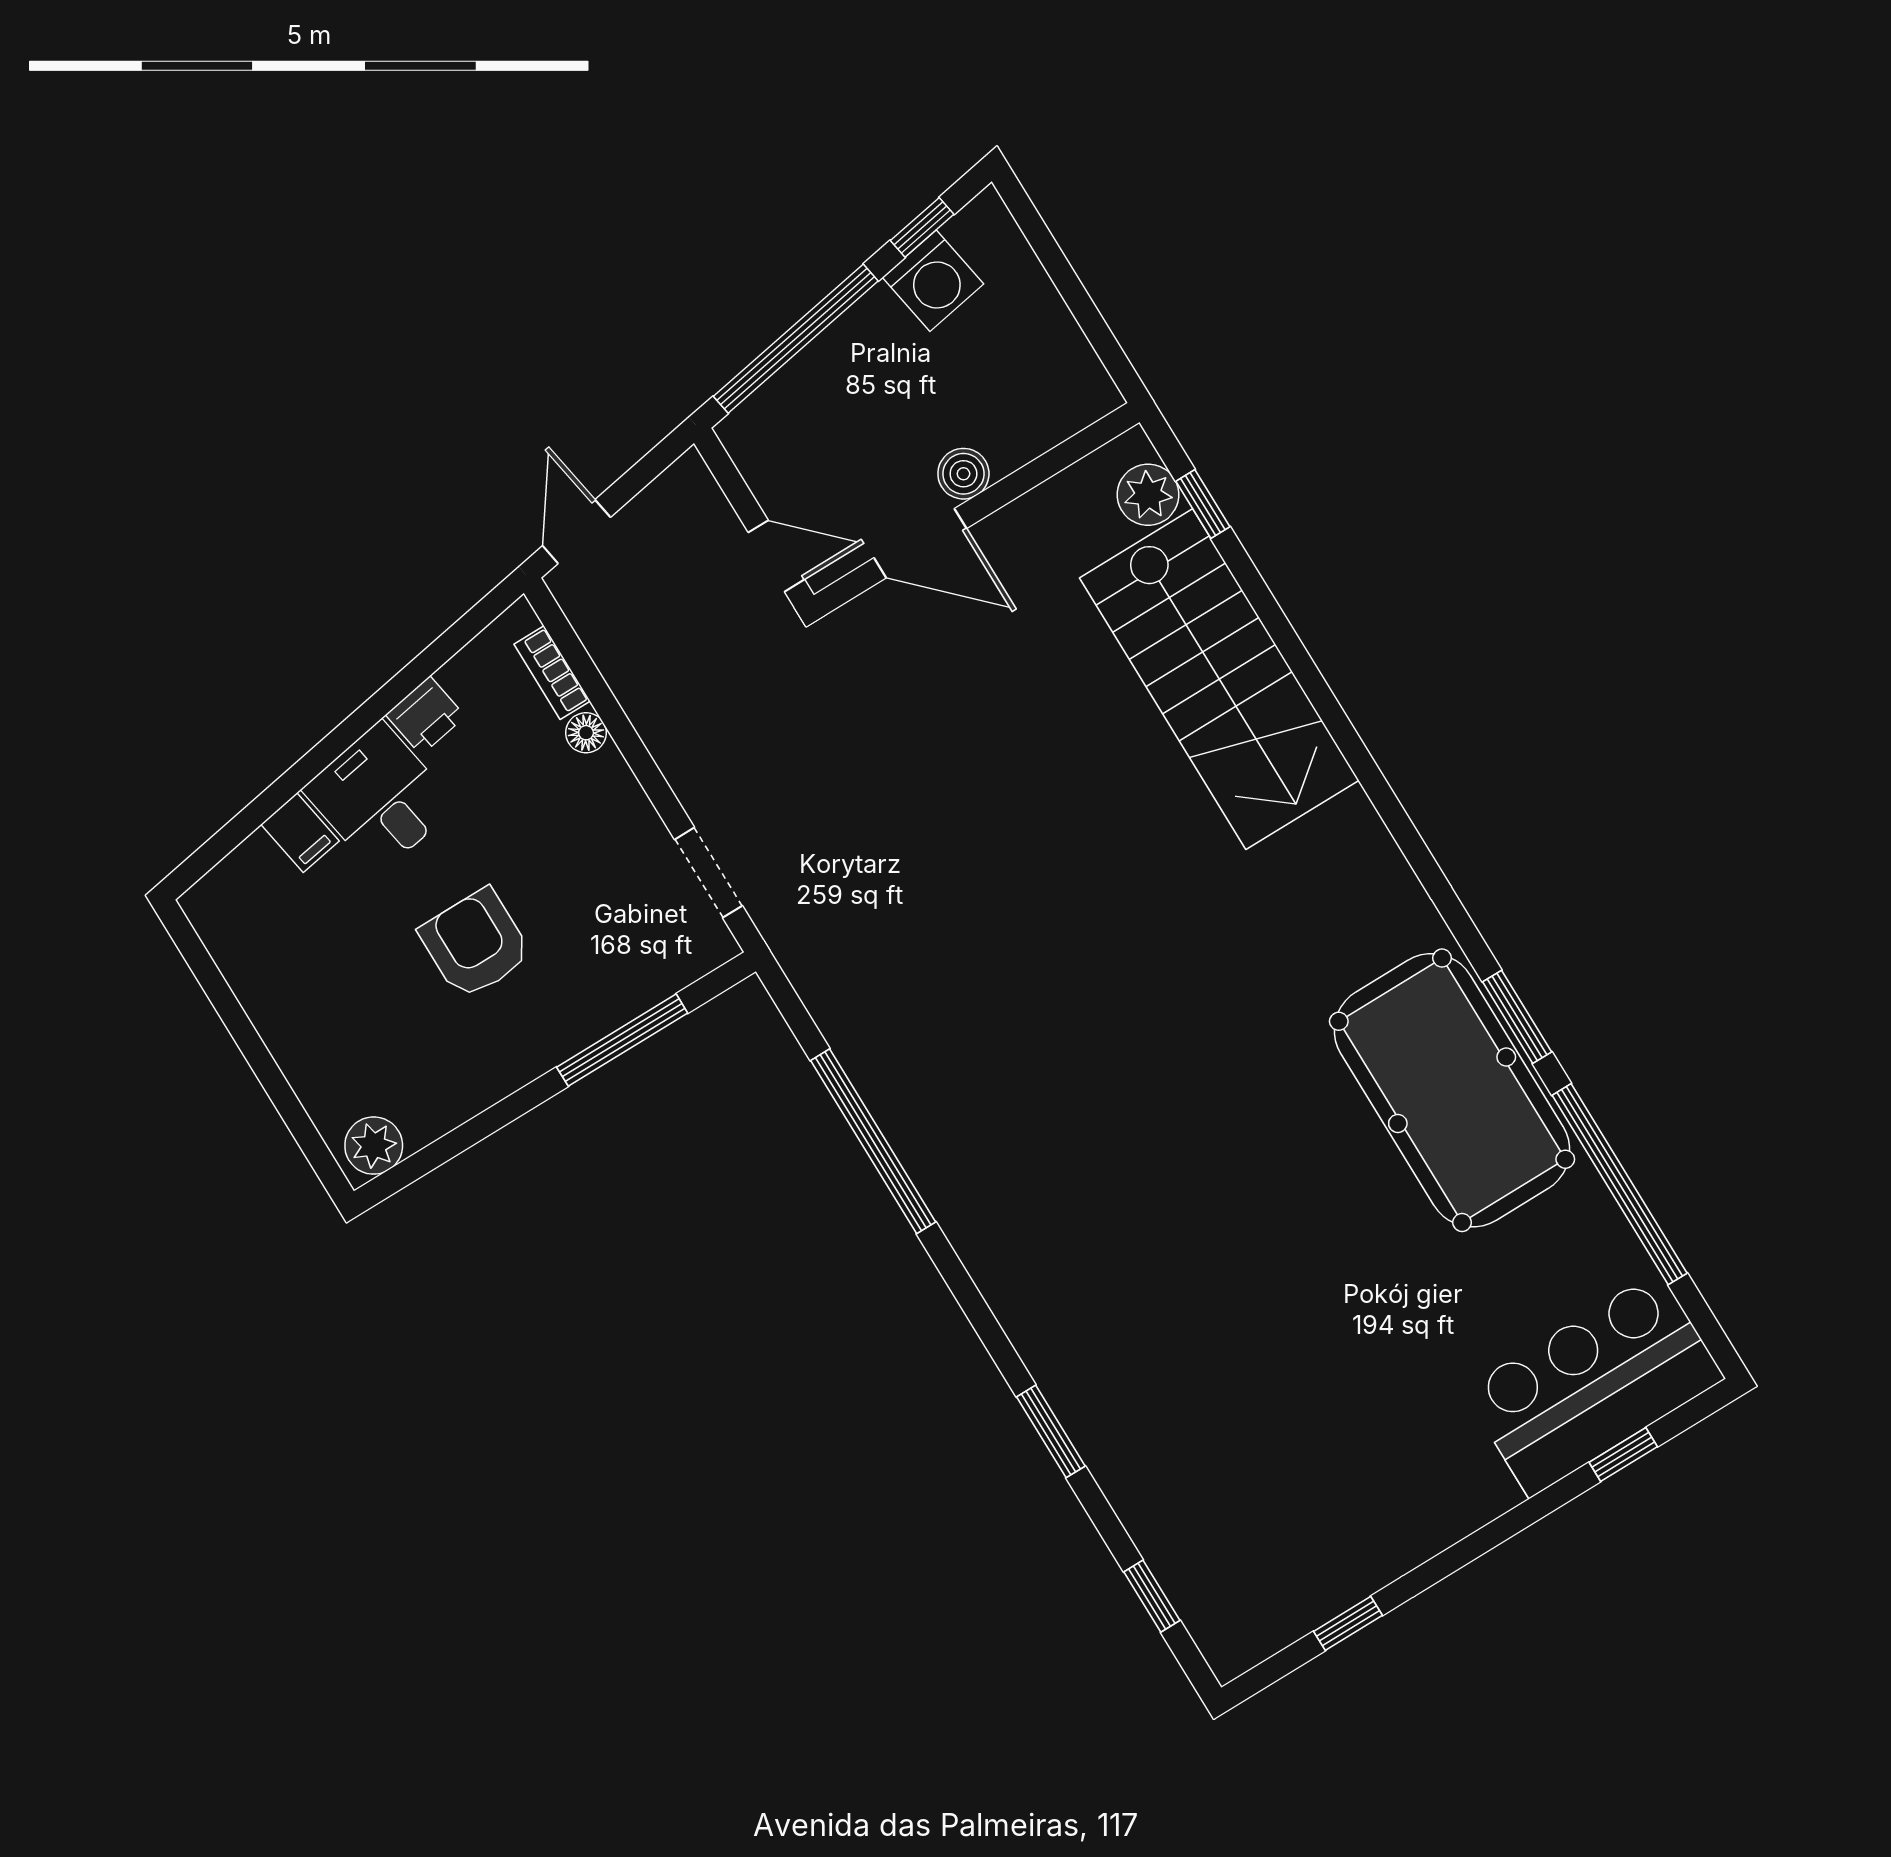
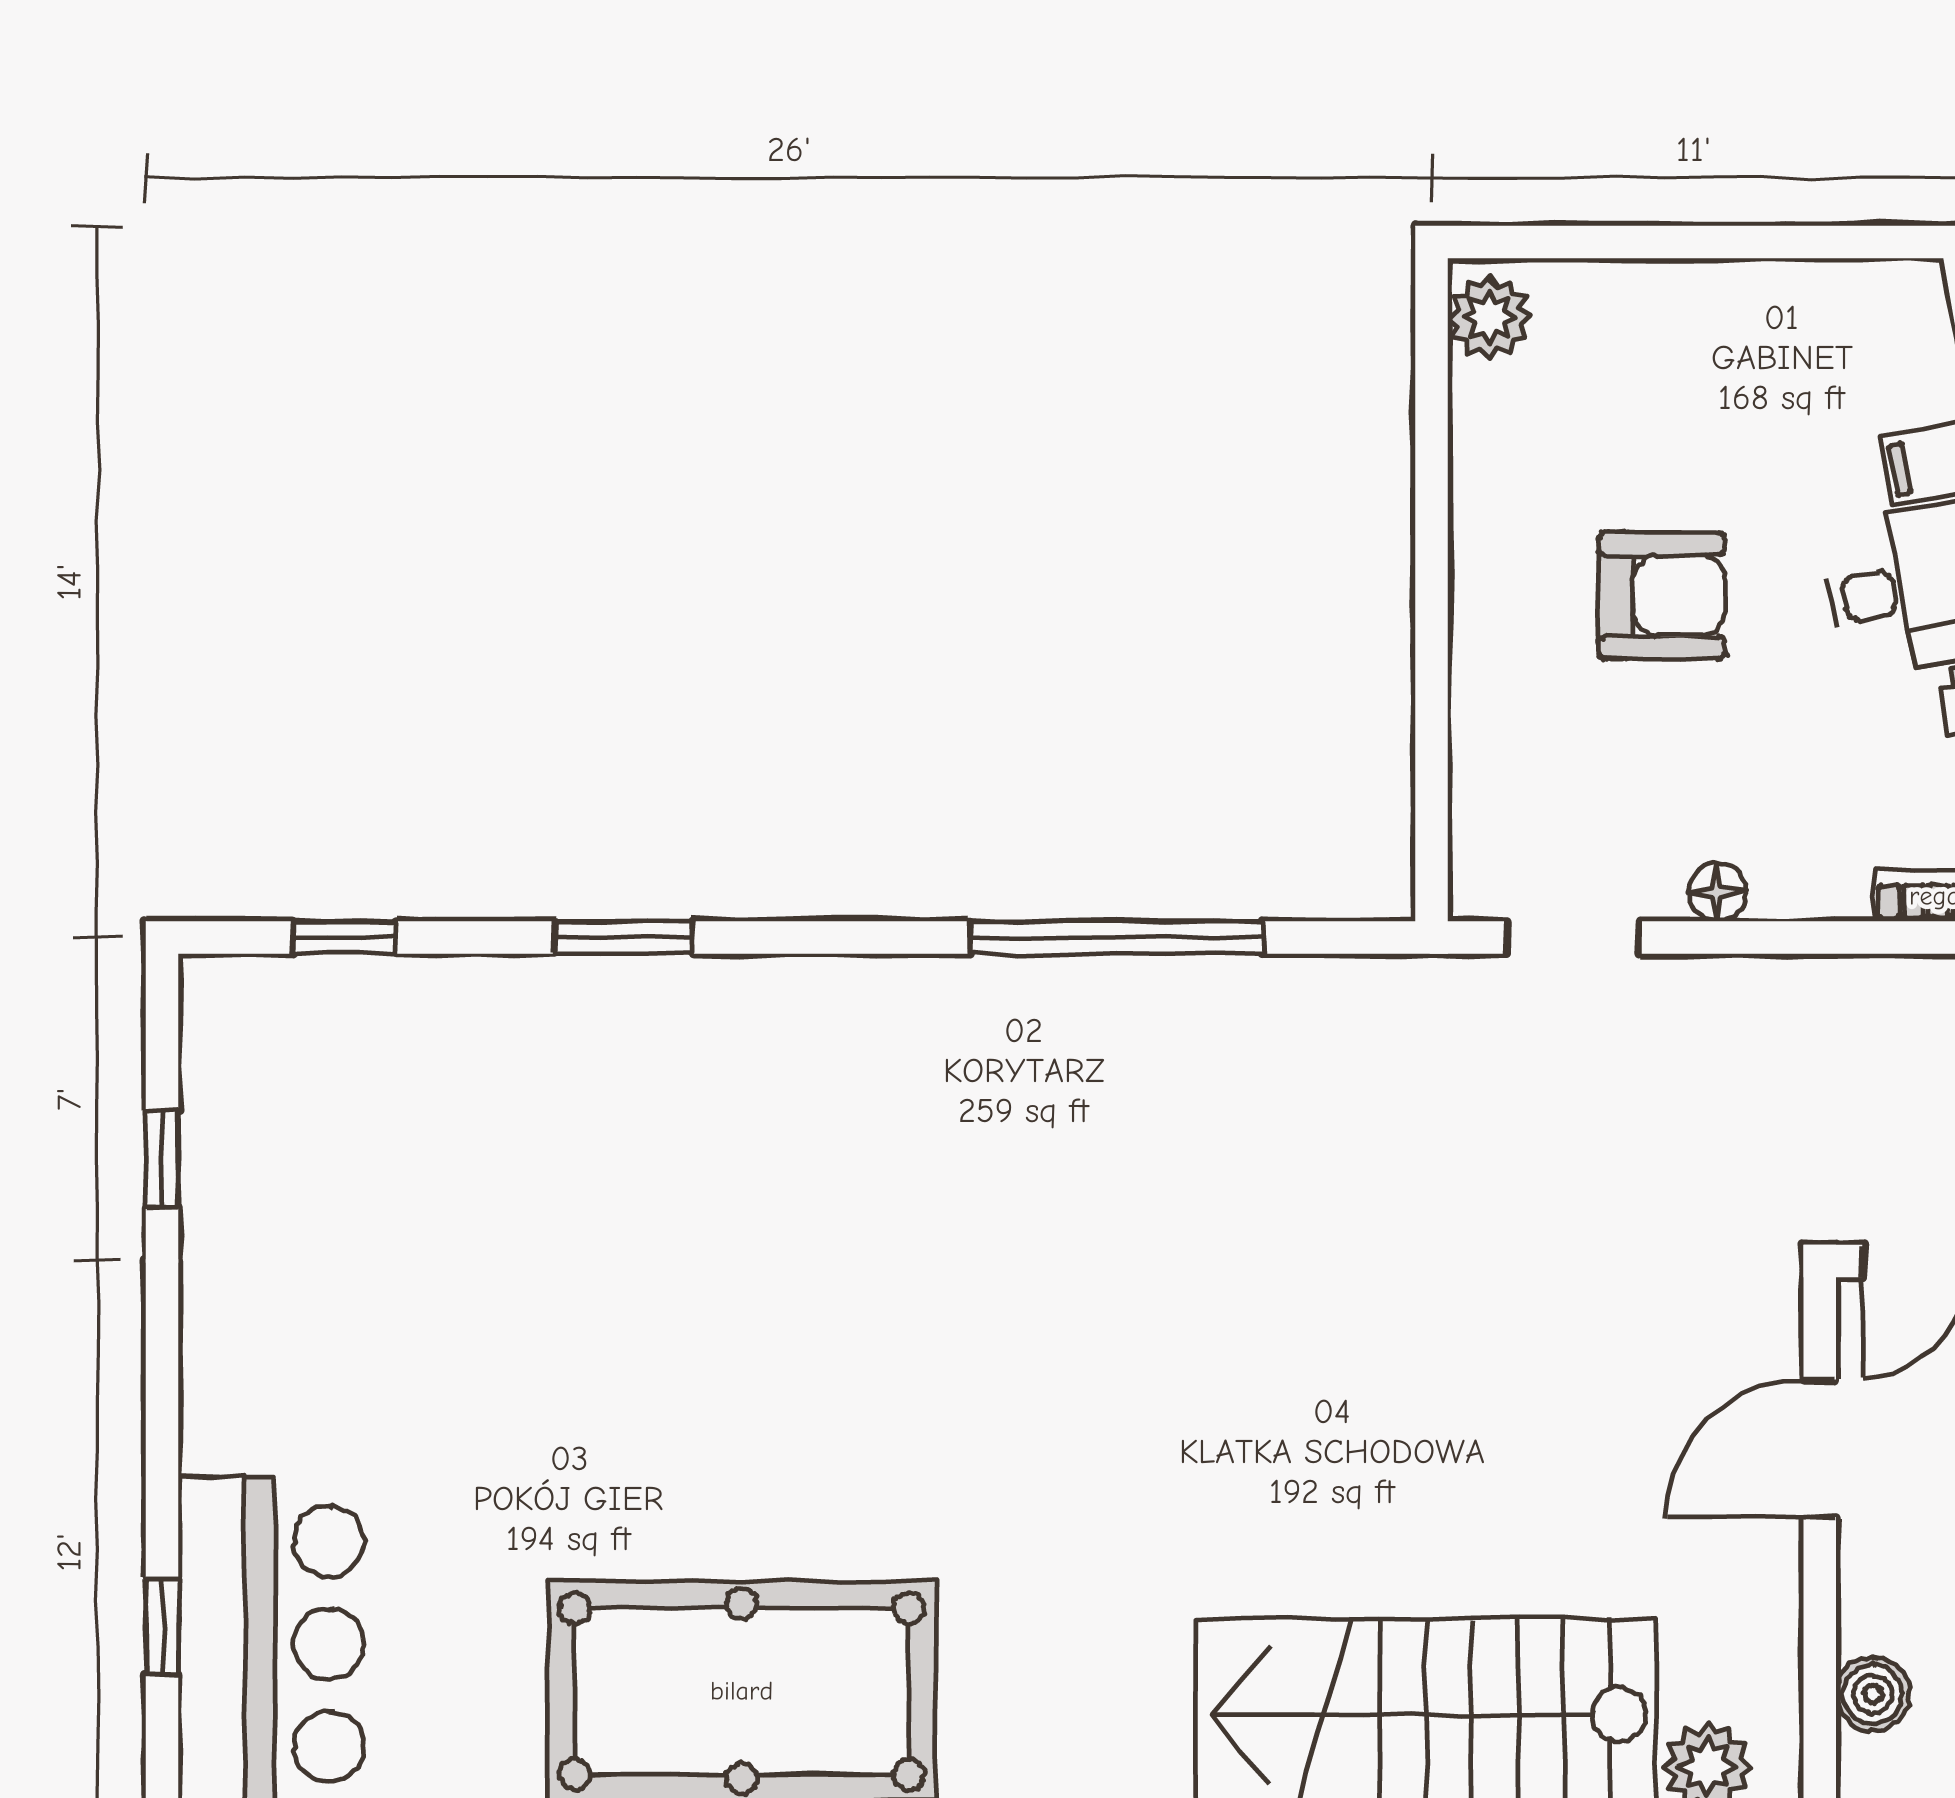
boiler: (963, 474) -> (1873, 1694), moved
floor lamp: (586, 733) -> (1718, 892), moved
window: (622, 1040) -> (1432, 704), removed

